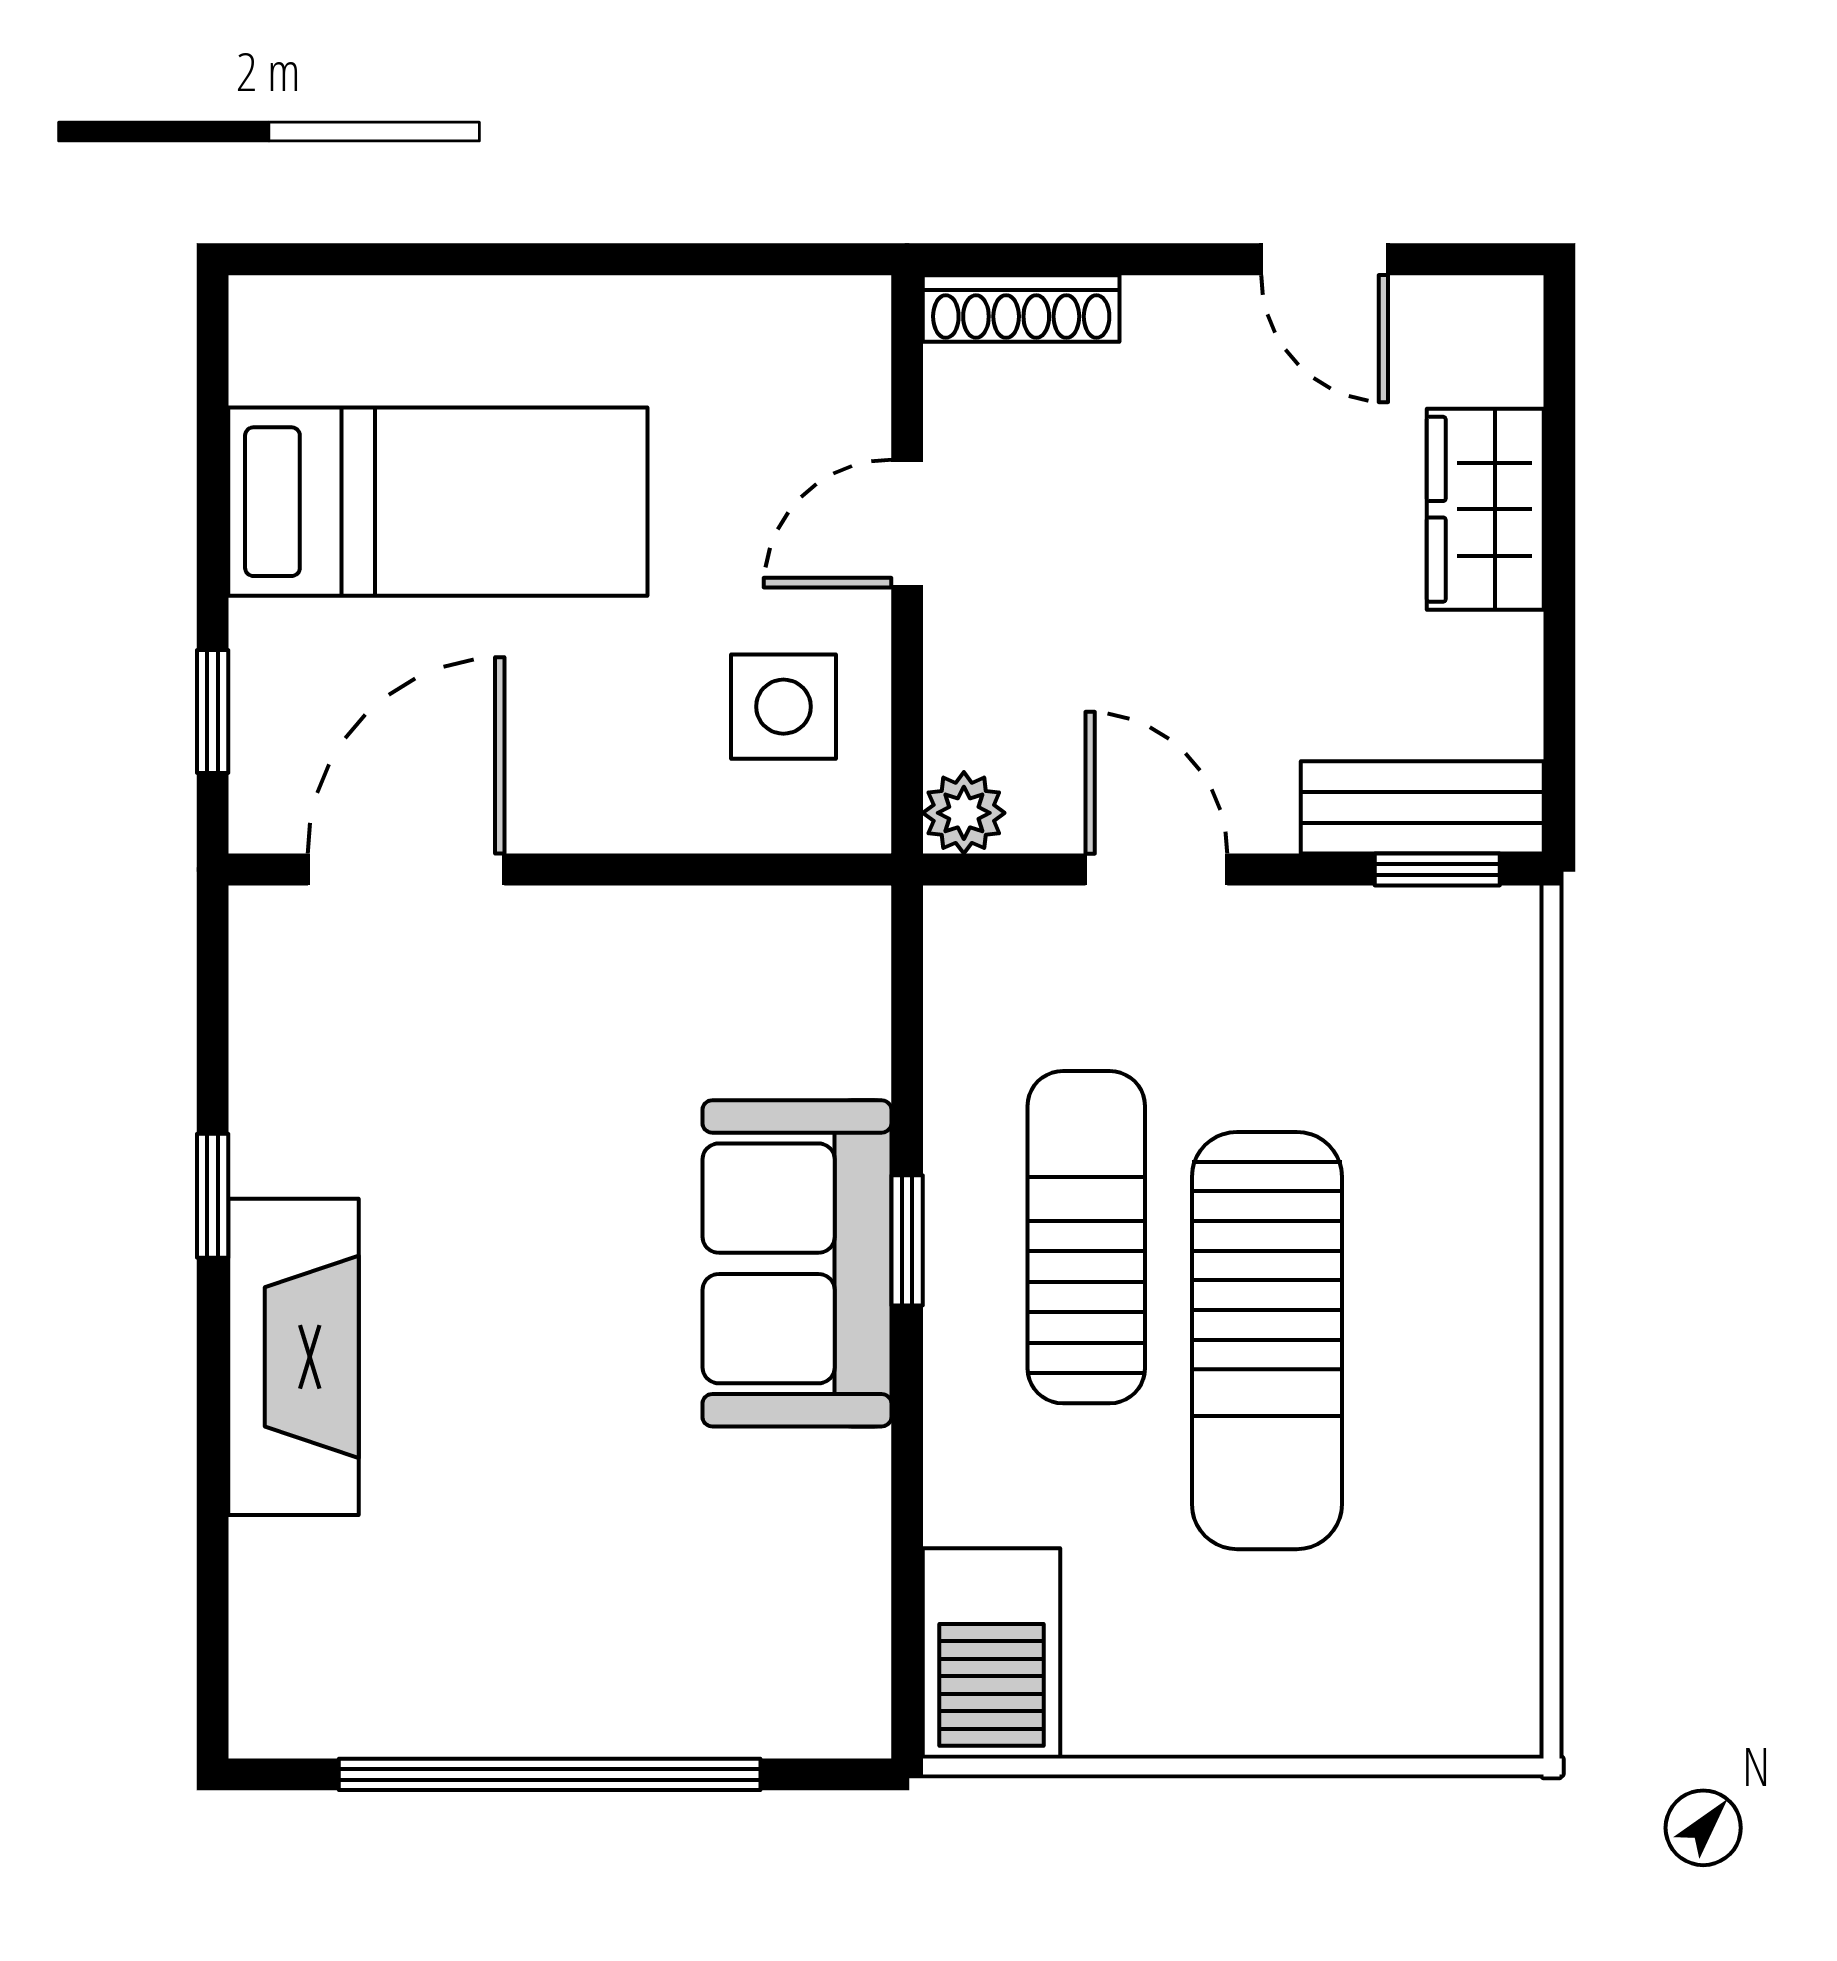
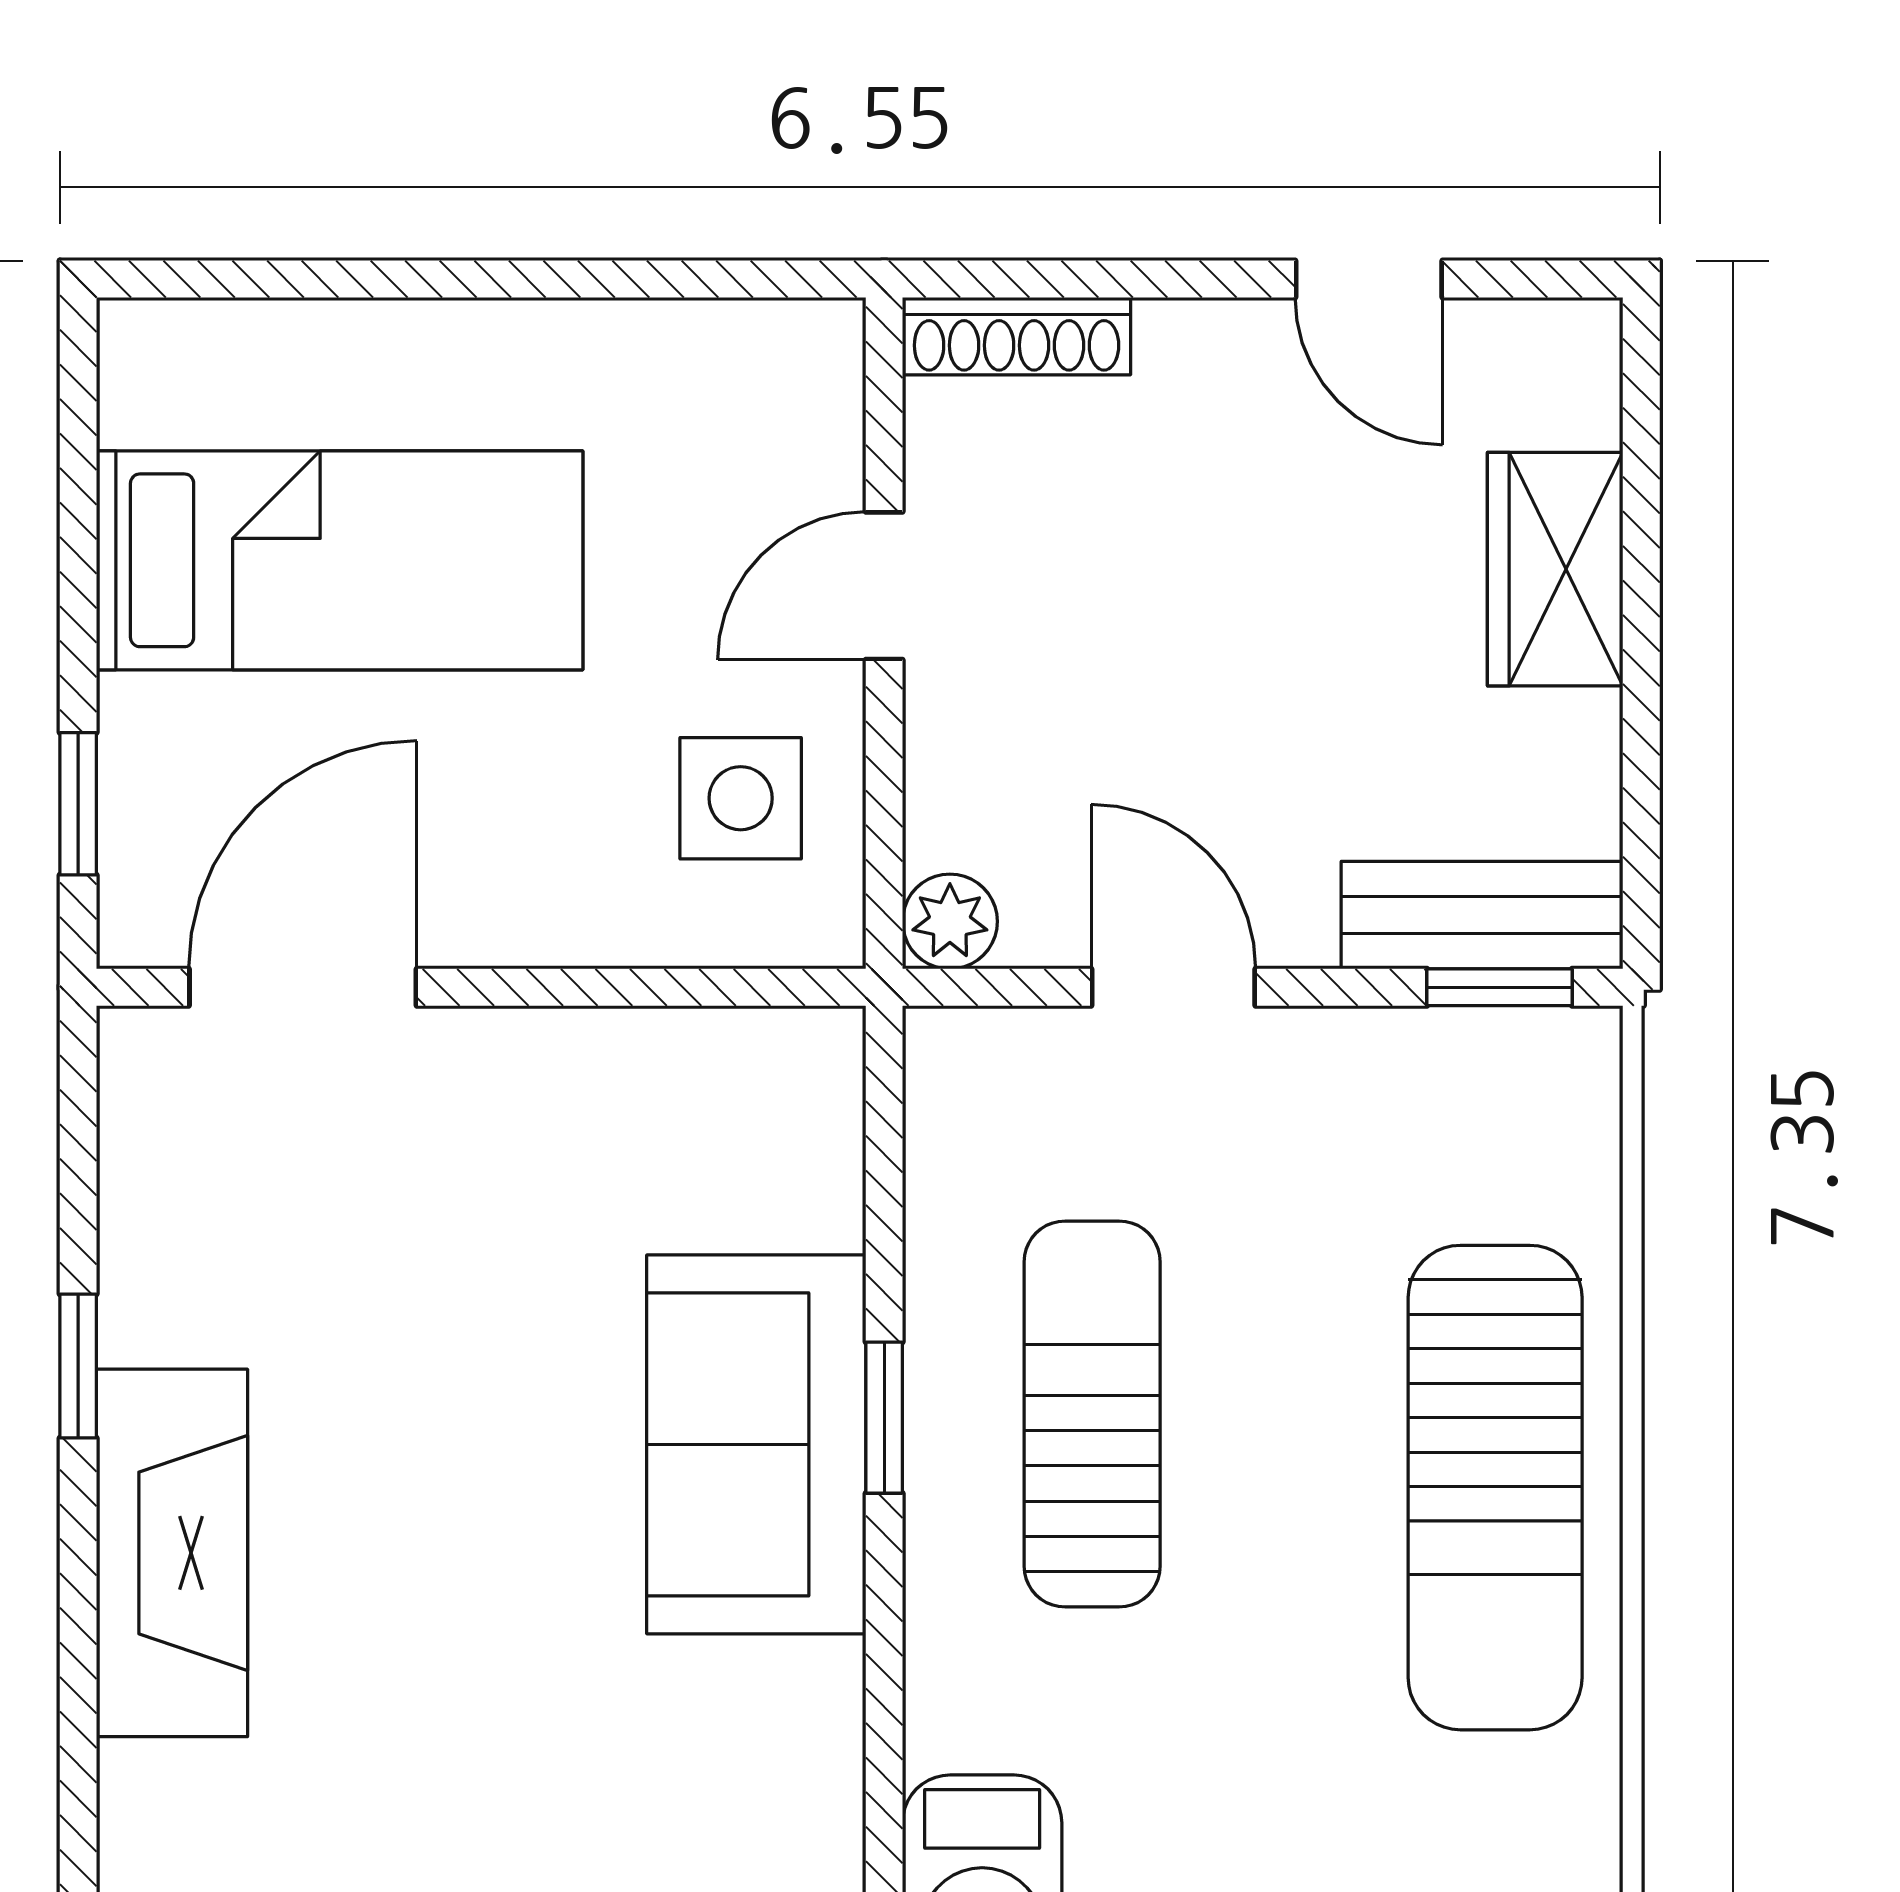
sun lounger: (1267, 1341) -> (1495, 1488), moved

